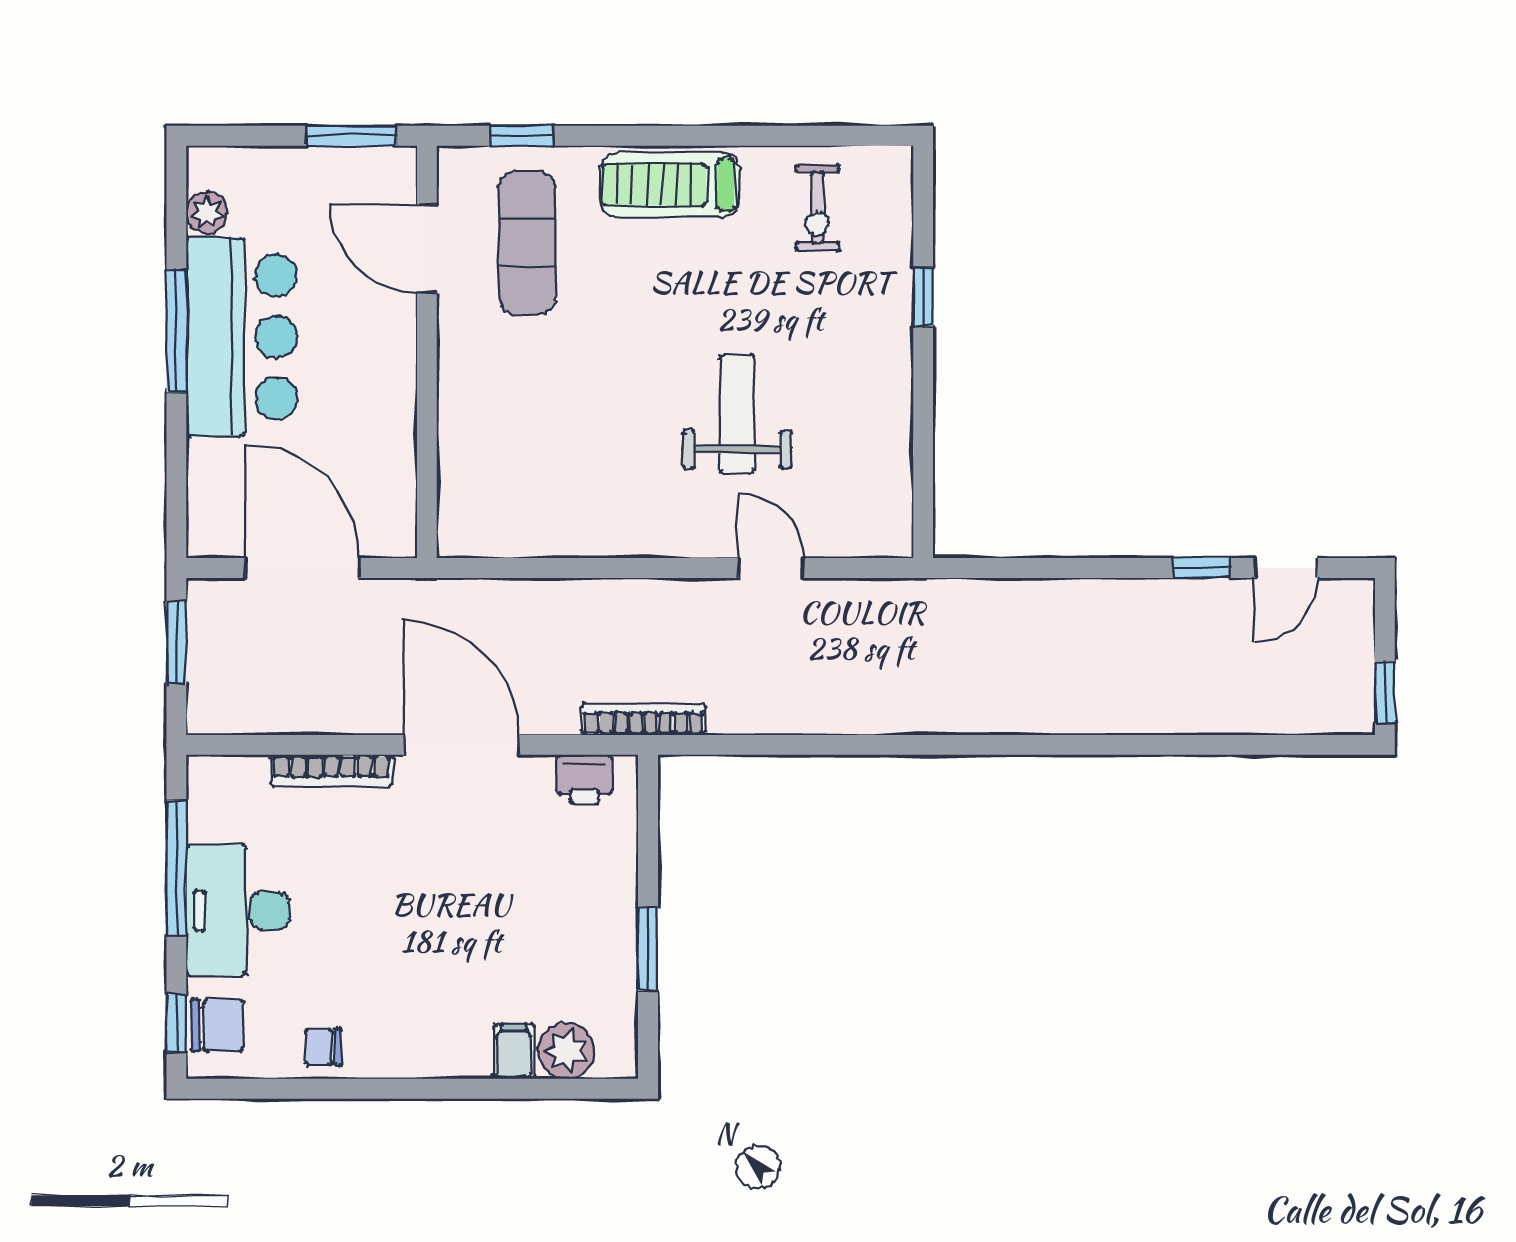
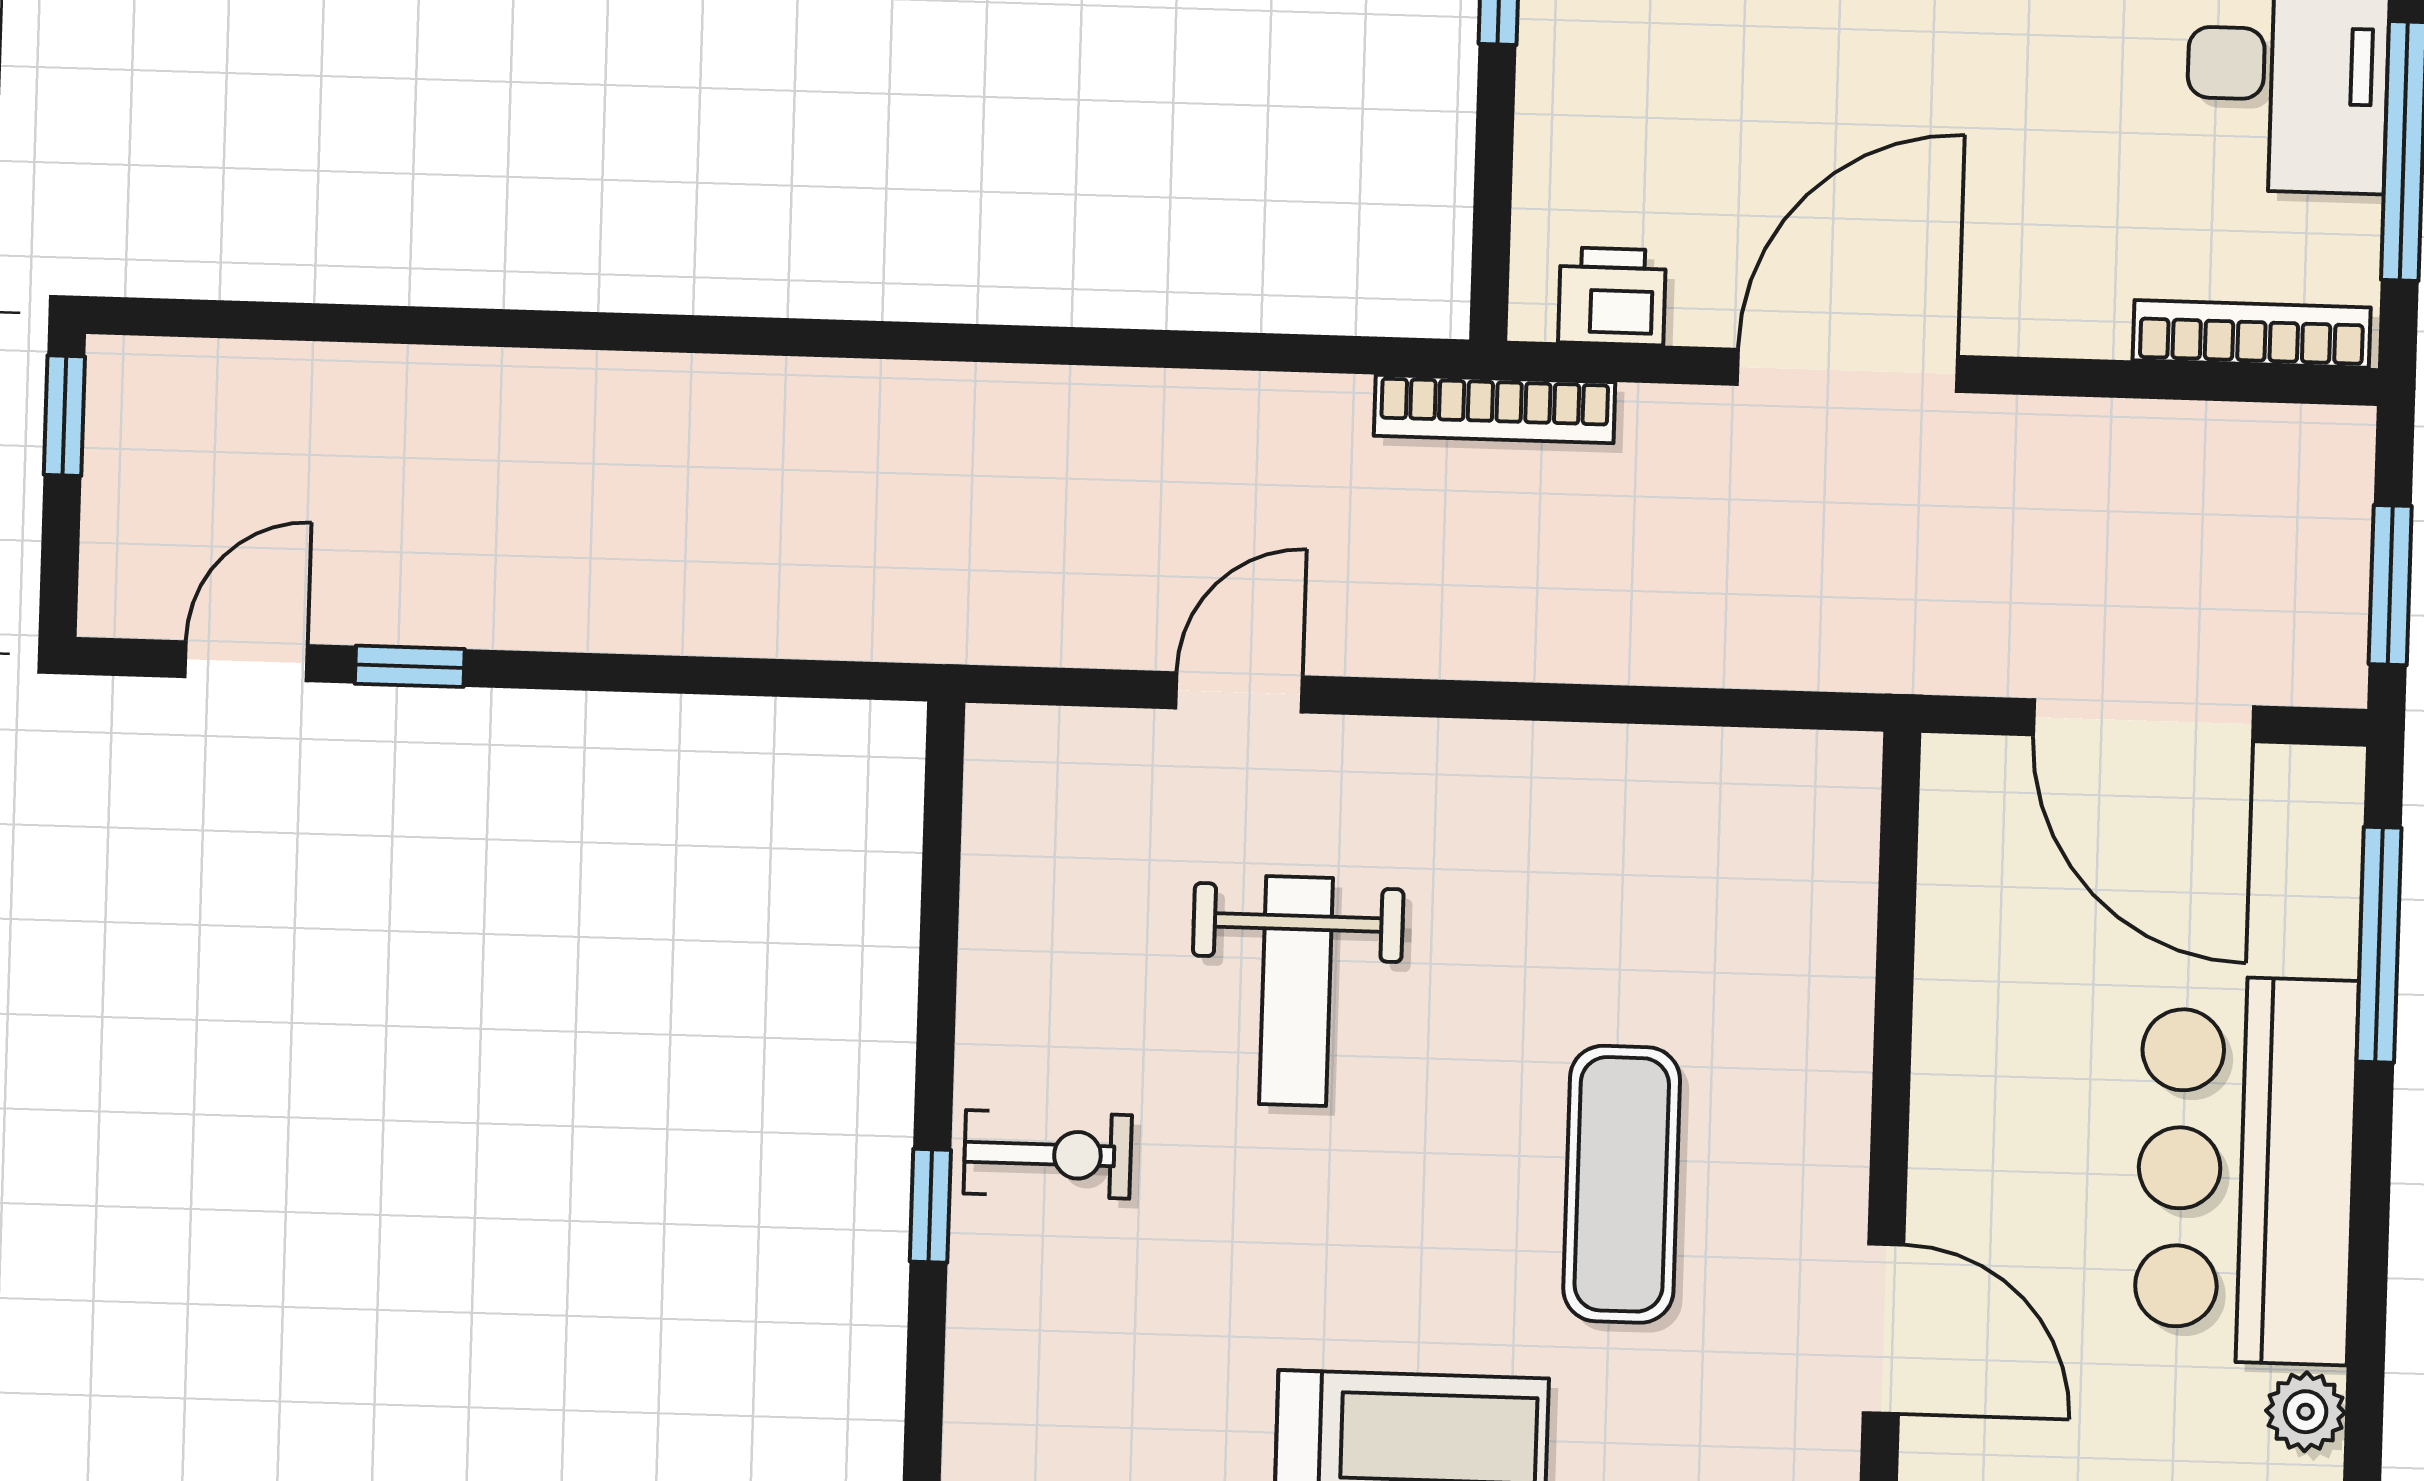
exercise bike: (817, 208) -> (1048, 1154), moved, turned 90
exercise mat: (527, 243) -> (1622, 1184), moved
window: (176, 331) -> (2379, 945), moved
door: (771, 568) -> (1239, 692), swing flipped
door: (461, 745) -> (1847, 370), swing flipped
bookcase: (331, 770) -> (2252, 334), moved

